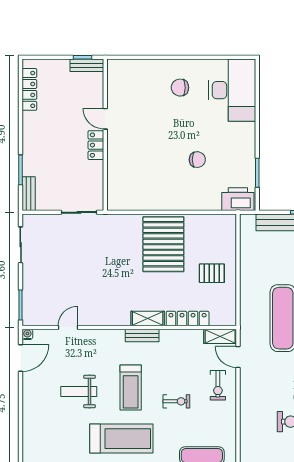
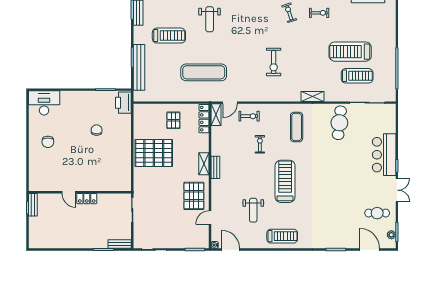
locker: (29, 89) -> (49, 244), removed
desk: (232, 90) -> (44, 103), width x0.73, depth x0.77
door: (105, 119) -> (69, 192), hinge flipped
pallet: (100, 304) -> (194, 196), added
locker: (188, 319) -> (204, 119), moved
door: (68, 327) -> (210, 217), hinge flipped
treadmill: (131, 387) -> (282, 236), moved

